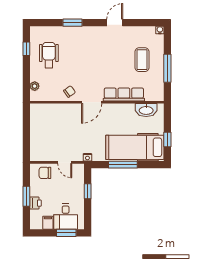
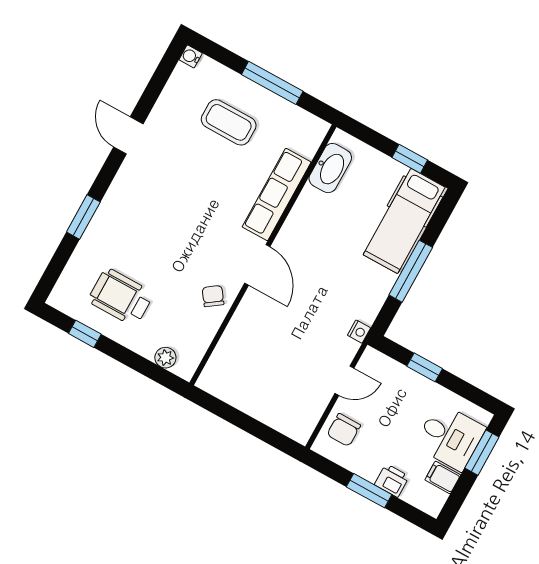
hospital bed: (135, 147) -> (404, 221), width x0.73, depth x0.78

